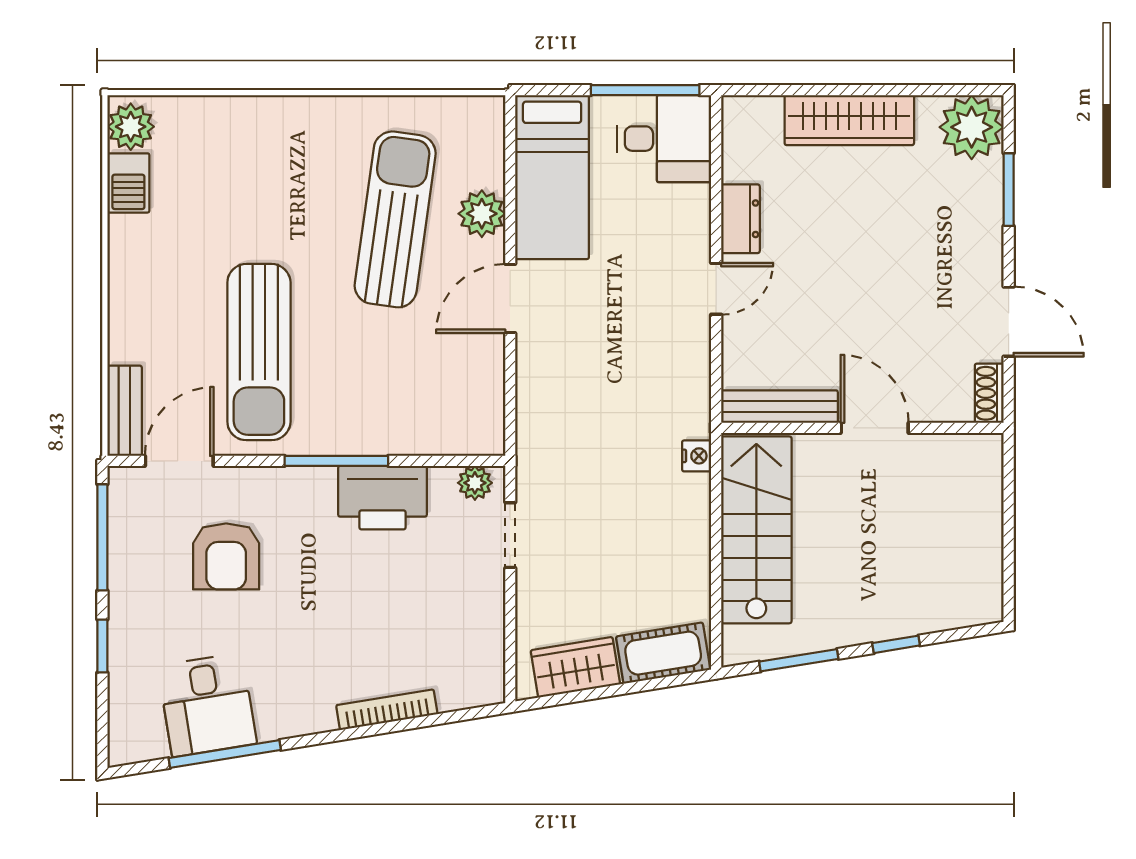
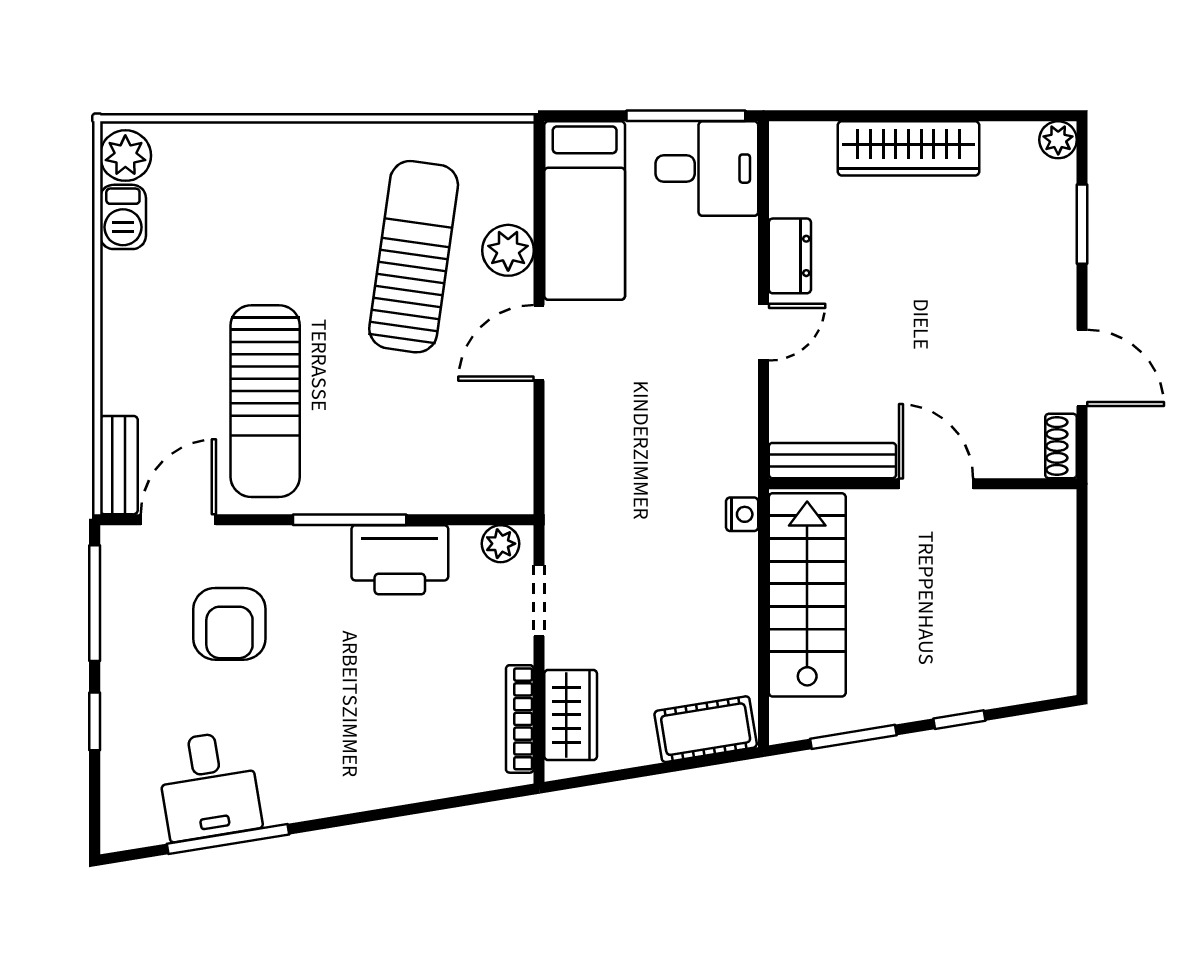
plant: (972, 127) -> (1058, 140), width x0.53, depth x0.53
wardrobe: (575, 667) -> (571, 715), moved, turned 99
bookcase: (387, 710) -> (520, 719), moved, turned -81

